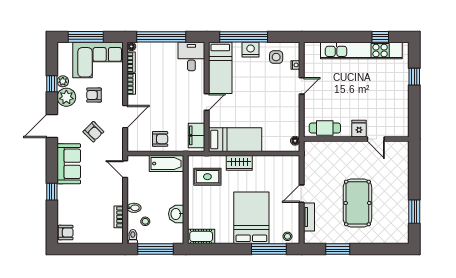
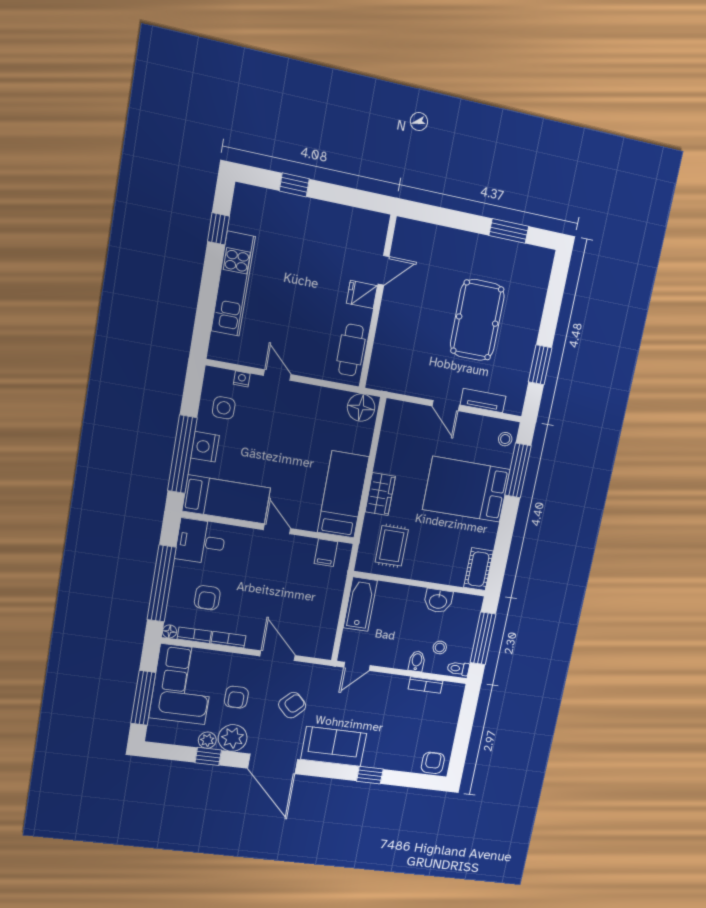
kitchen unit: (361, 51) -> (233, 284), width x0.73
door: (52, 126) -> (273, 764), width x1.36
filing cabinet: (197, 135) -> (326, 553), width x0.50
armchair: (160, 139) -> (207, 598), moved, turned 180
floor lamp: (295, 141) -> (361, 408), width x1.89, depth x1.89
pool table: (357, 203) -> (477, 320), turned 90

